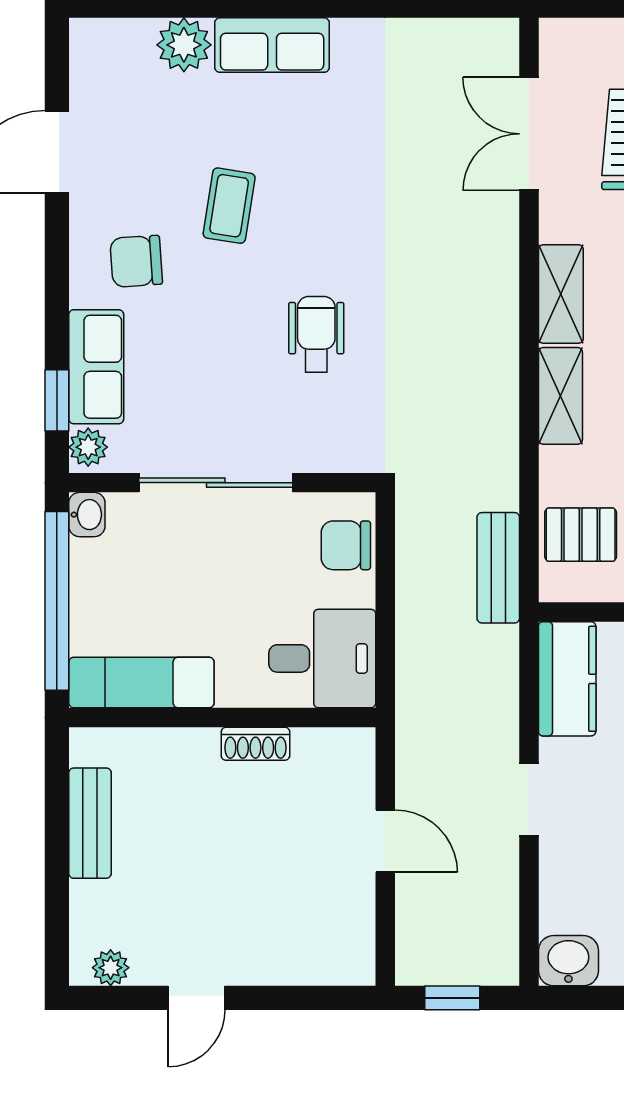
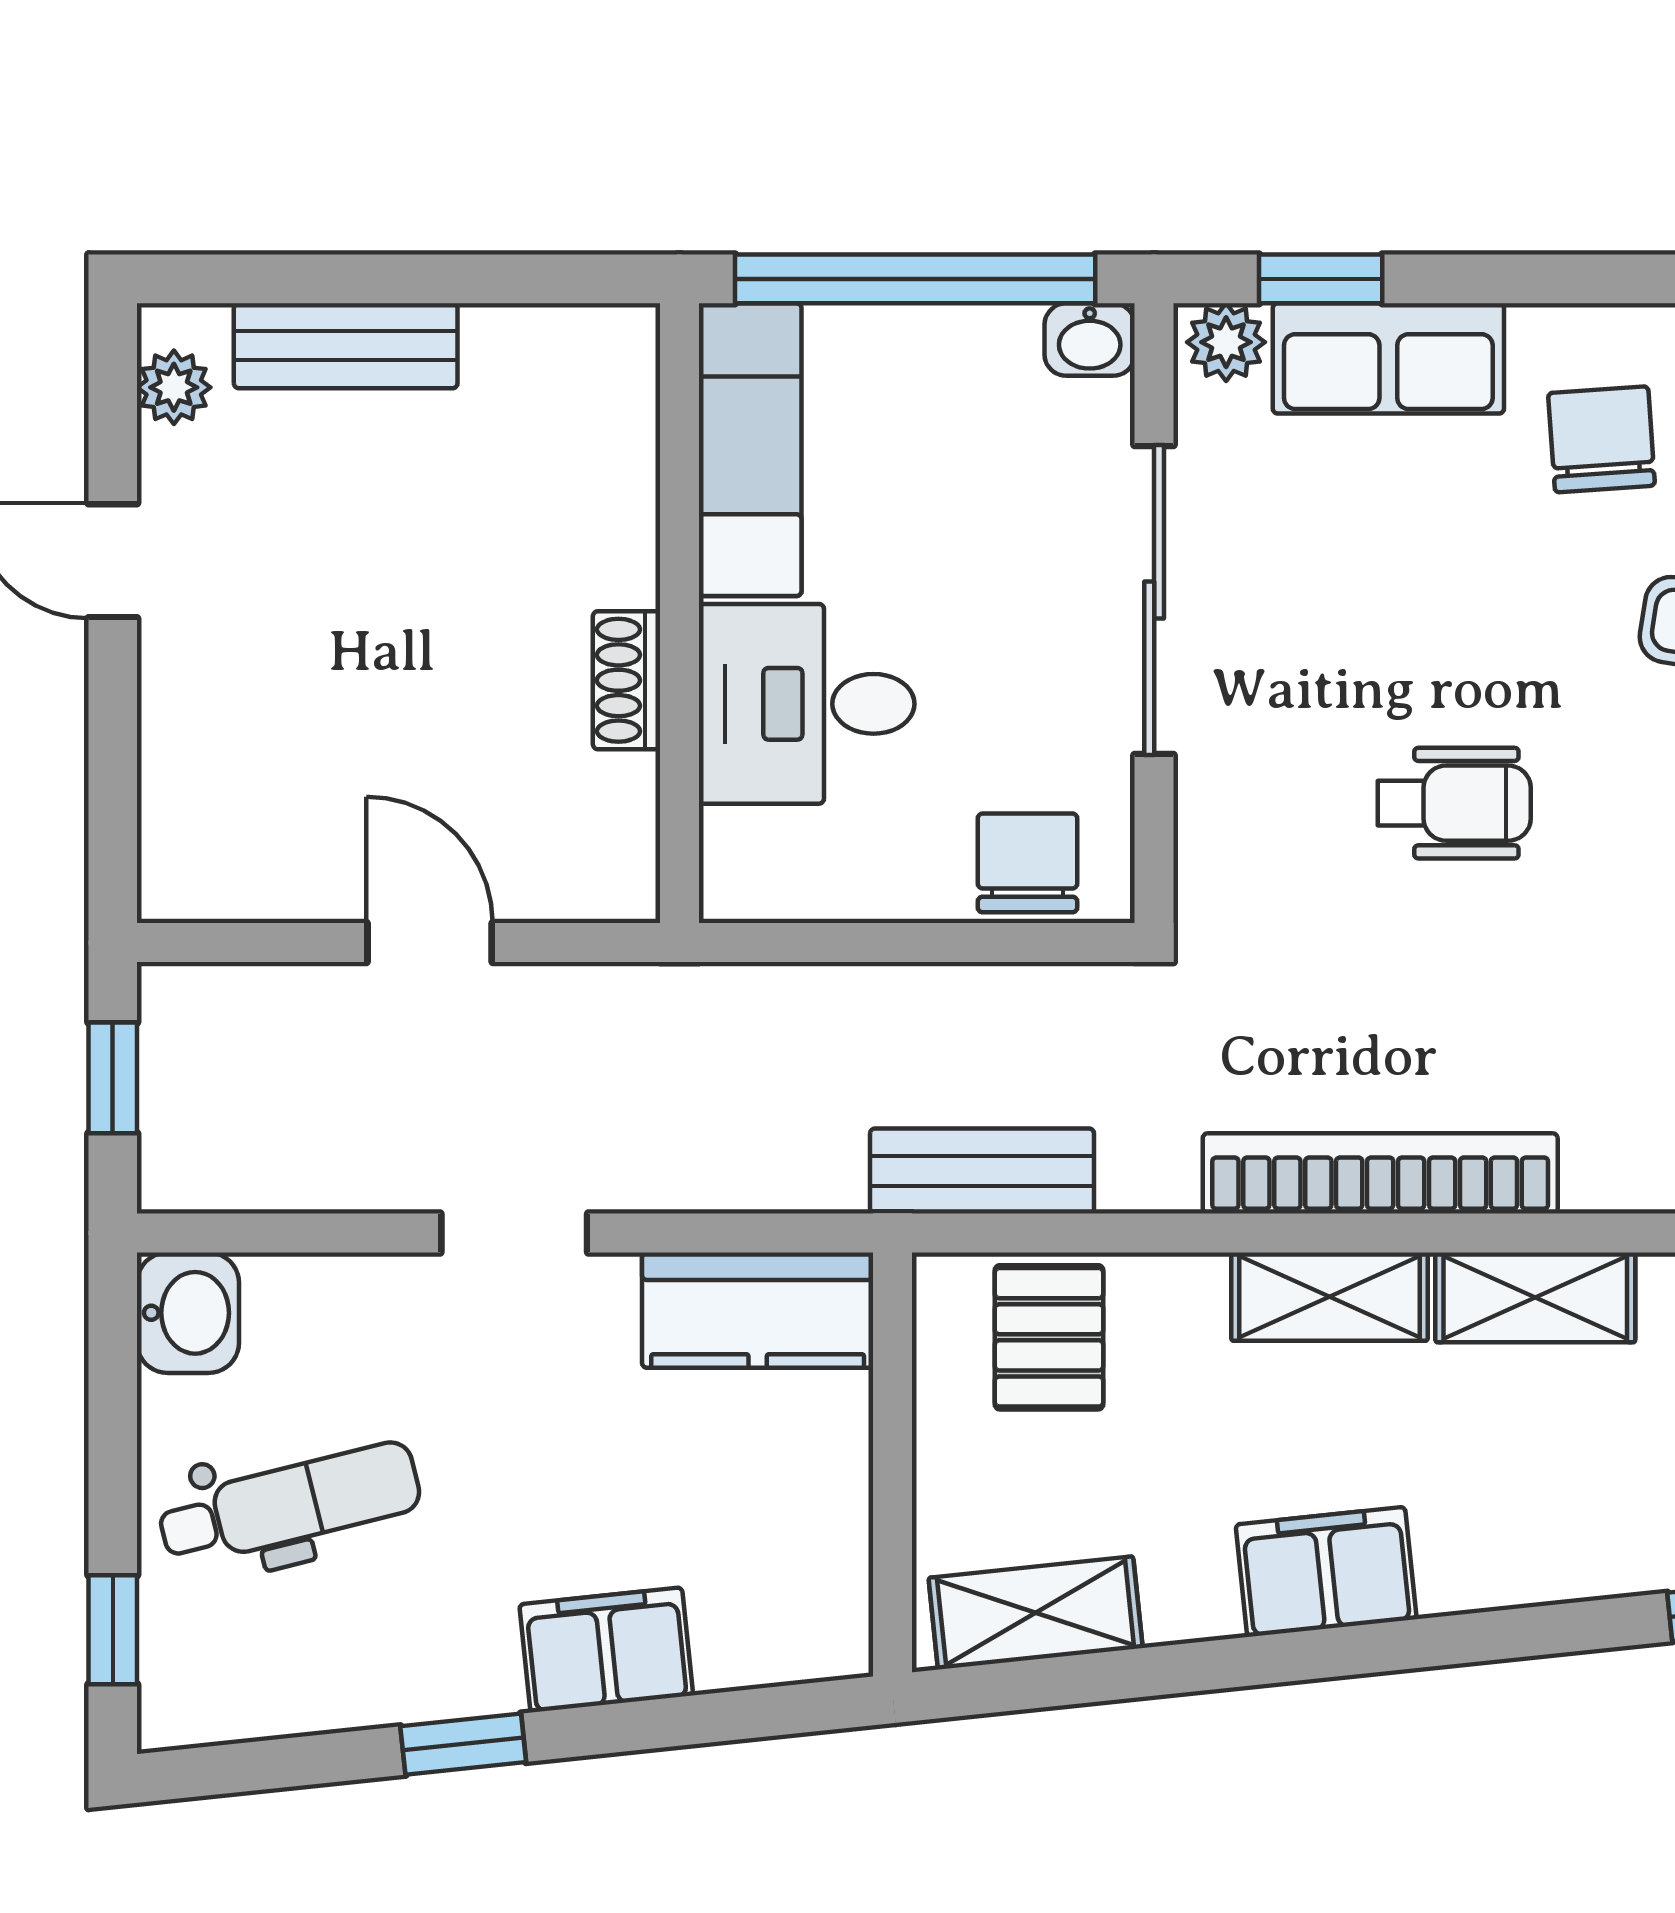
bookcase: (500, 371) -> (1380, 1173), added
desk: (322, 658) -> (807, 704), moved, turned 90
bench: (90, 823) -> (346, 346), moved
door: (385, 841) -> (430, 942), swing flipped

